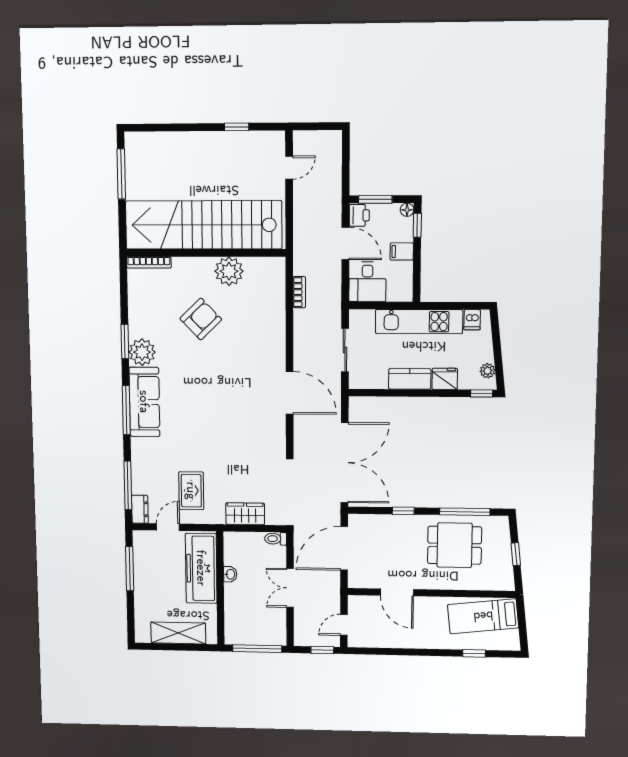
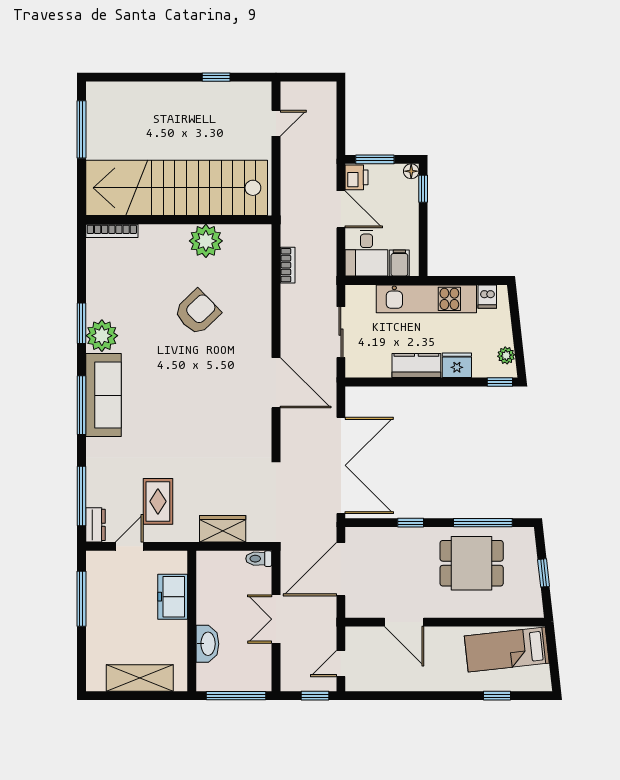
filing cabinet: (402, 251) -> (399, 263), moved, turned 90
armchair: (201, 319) -> (197, 312), moved
freezer: (201, 568) -> (173, 597), width x0.52, depth x0.79
washbasin: (230, 574) -> (207, 644), moved, width x1.91, depth x1.45

